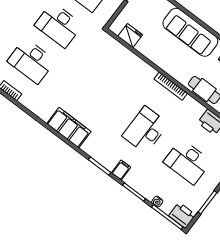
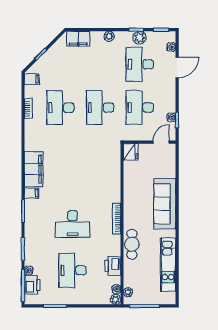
fridge: (130, 36) -> (131, 152), moved
desk: (145, 130) -> (73, 224), turned 180
filing cabinet: (121, 170) -> (32, 193), moved
printer: (182, 215) -> (32, 285), moved

